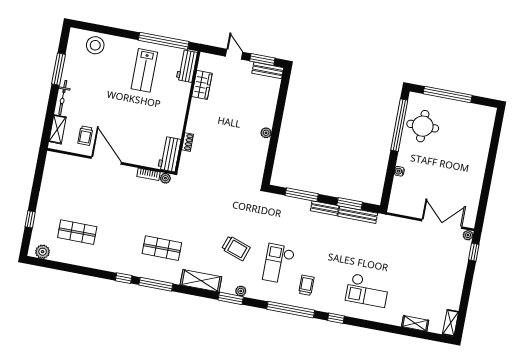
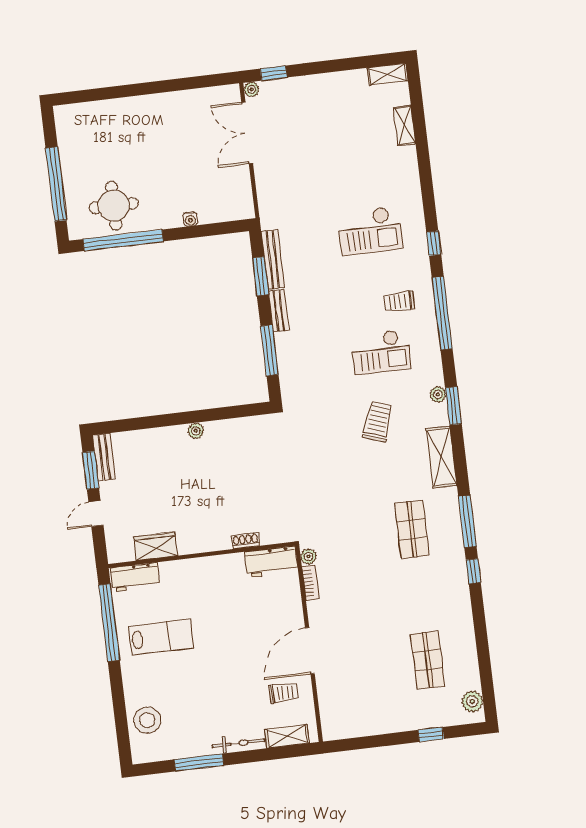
checkout: (367, 290) -> (370, 231), moved, turned 90

